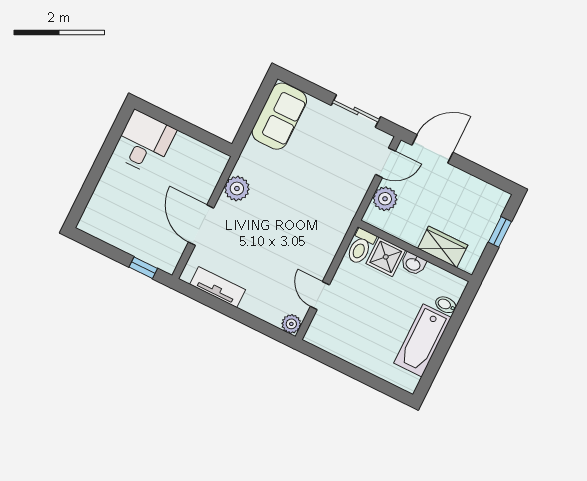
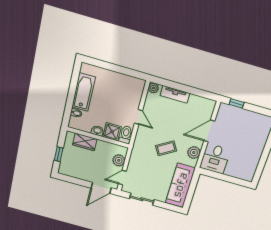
sofa: (279, 116) -> (180, 185), width x1.36
desk: (144, 142) -> (215, 159), moved
coffee table: (289, 206) -> (166, 148), added
door: (201, 225) -> (209, 131), swing flipped
tv unit: (218, 287) -> (175, 94), moved
door: (320, 296) -> (138, 117), moved

